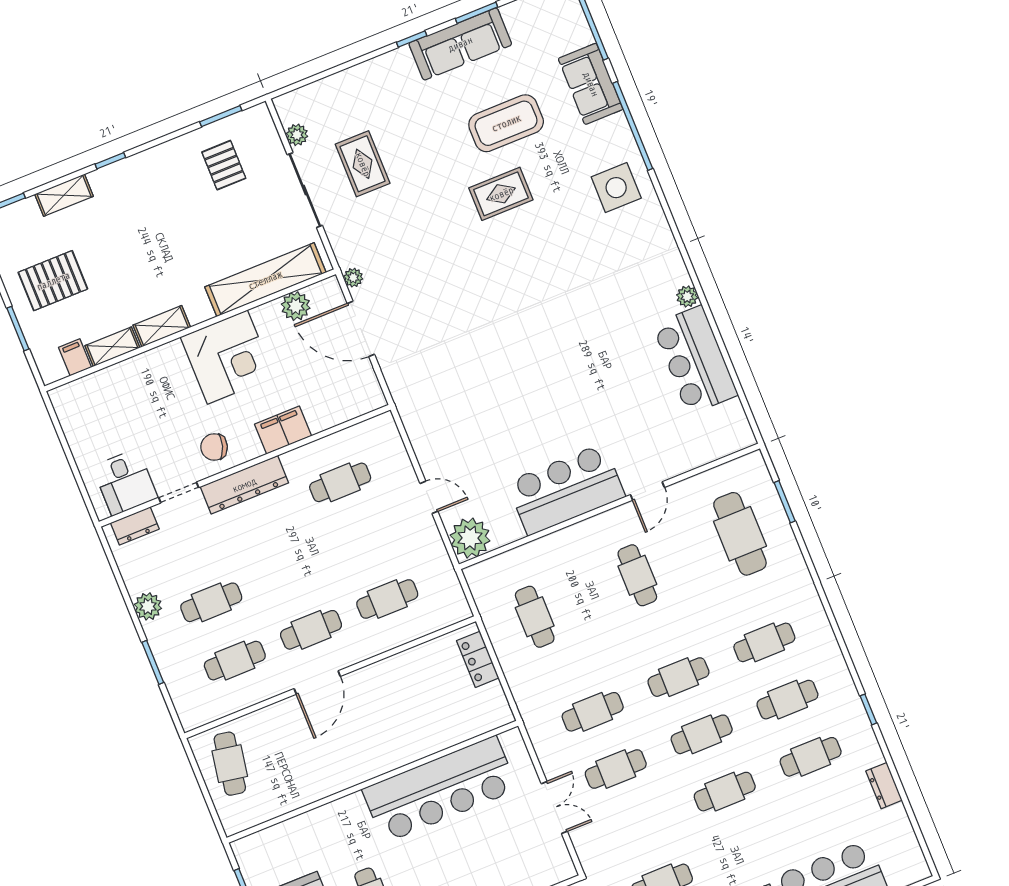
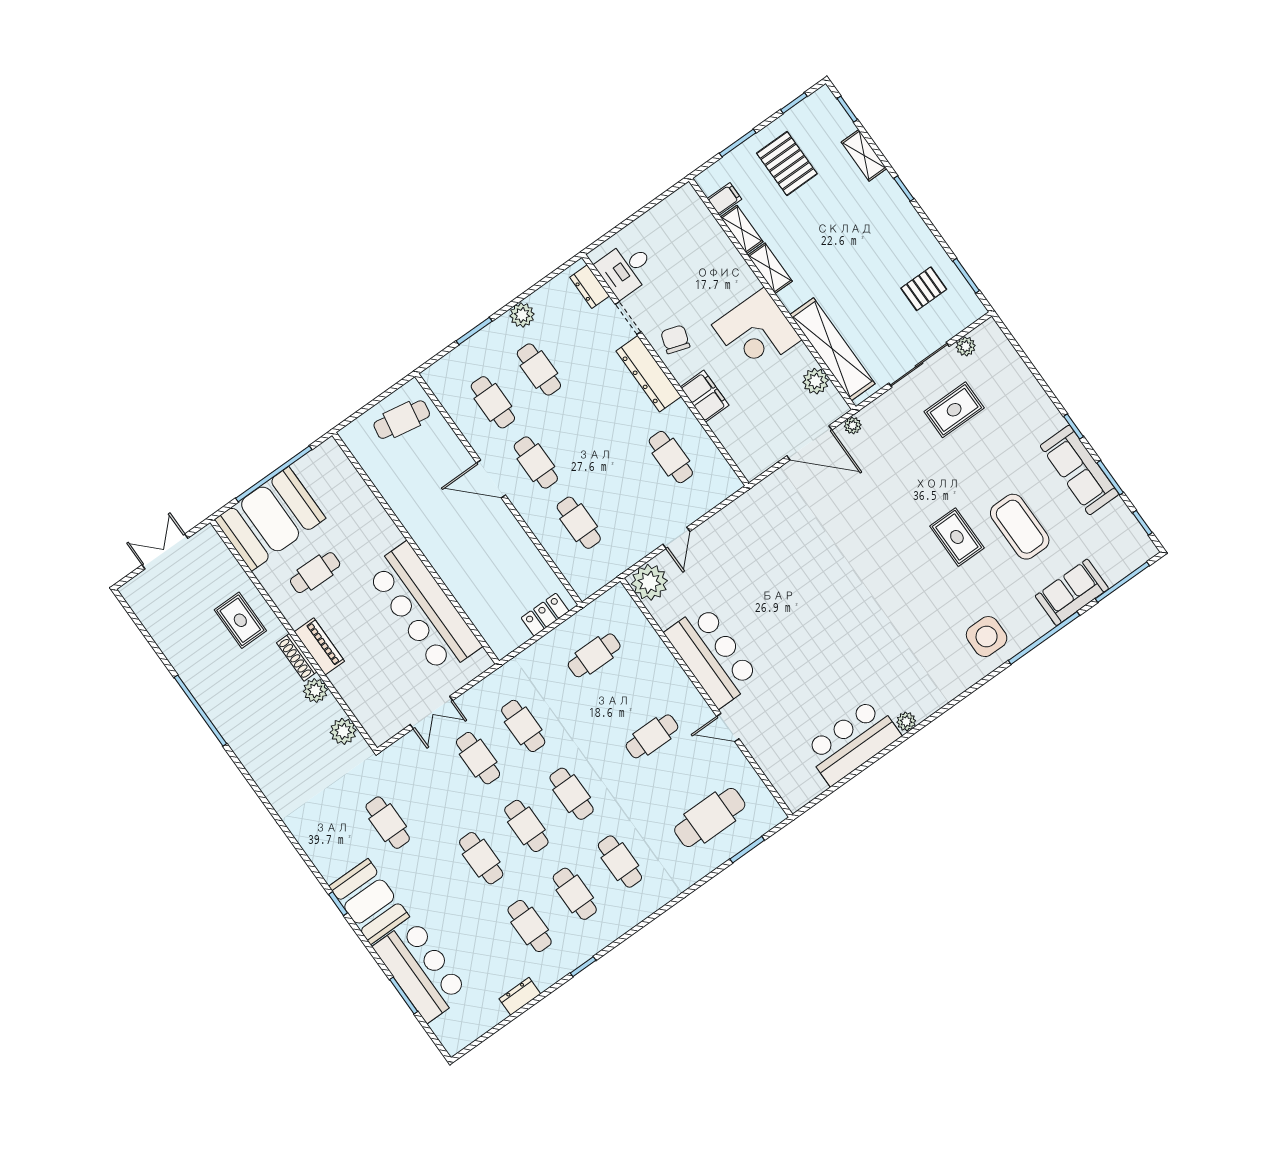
door: (361, 329) -> (809, 443), swing flipped

